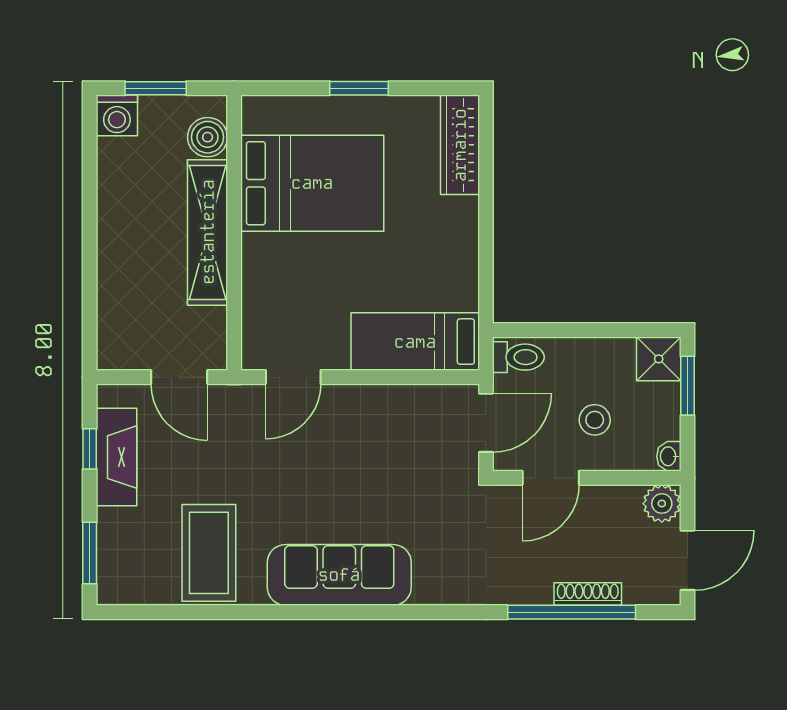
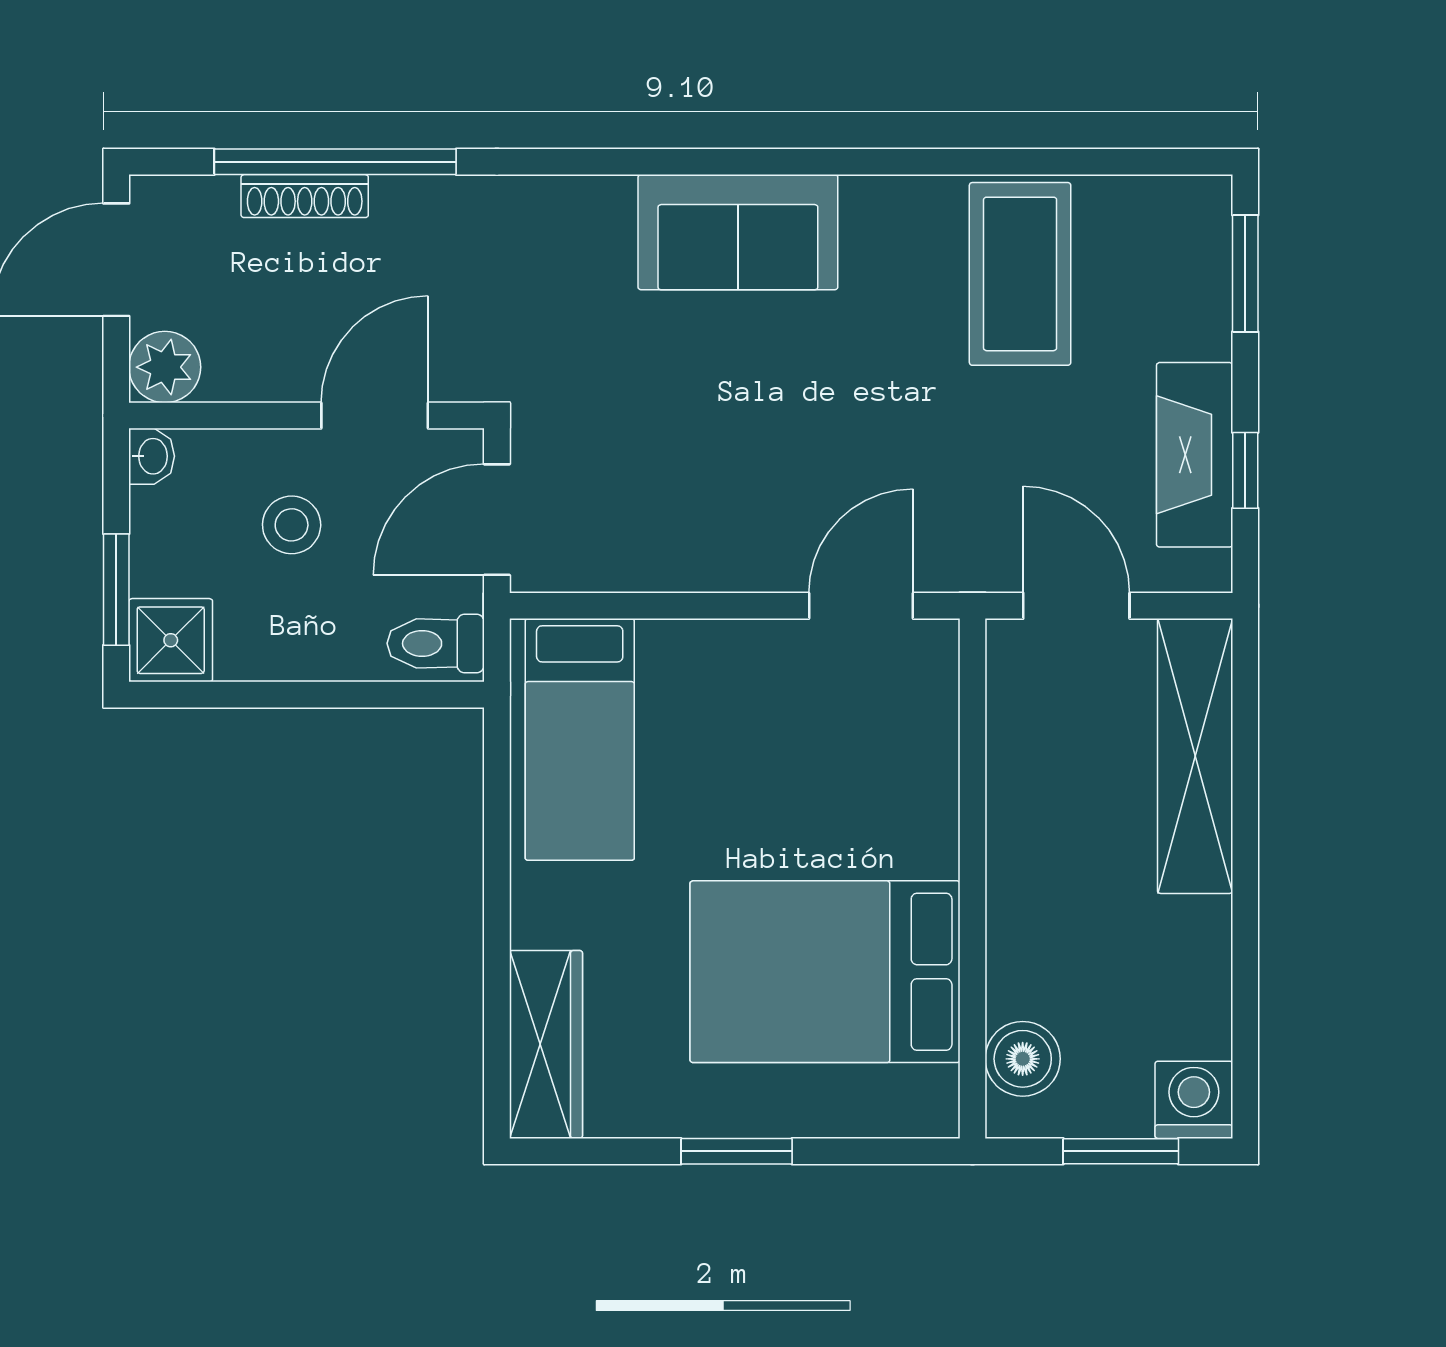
shelving: (208, 232) -> (1195, 756), moved
bed: (415, 342) -> (580, 739), moved, turned 90
sofa: (339, 575) -> (738, 232), width x0.73

